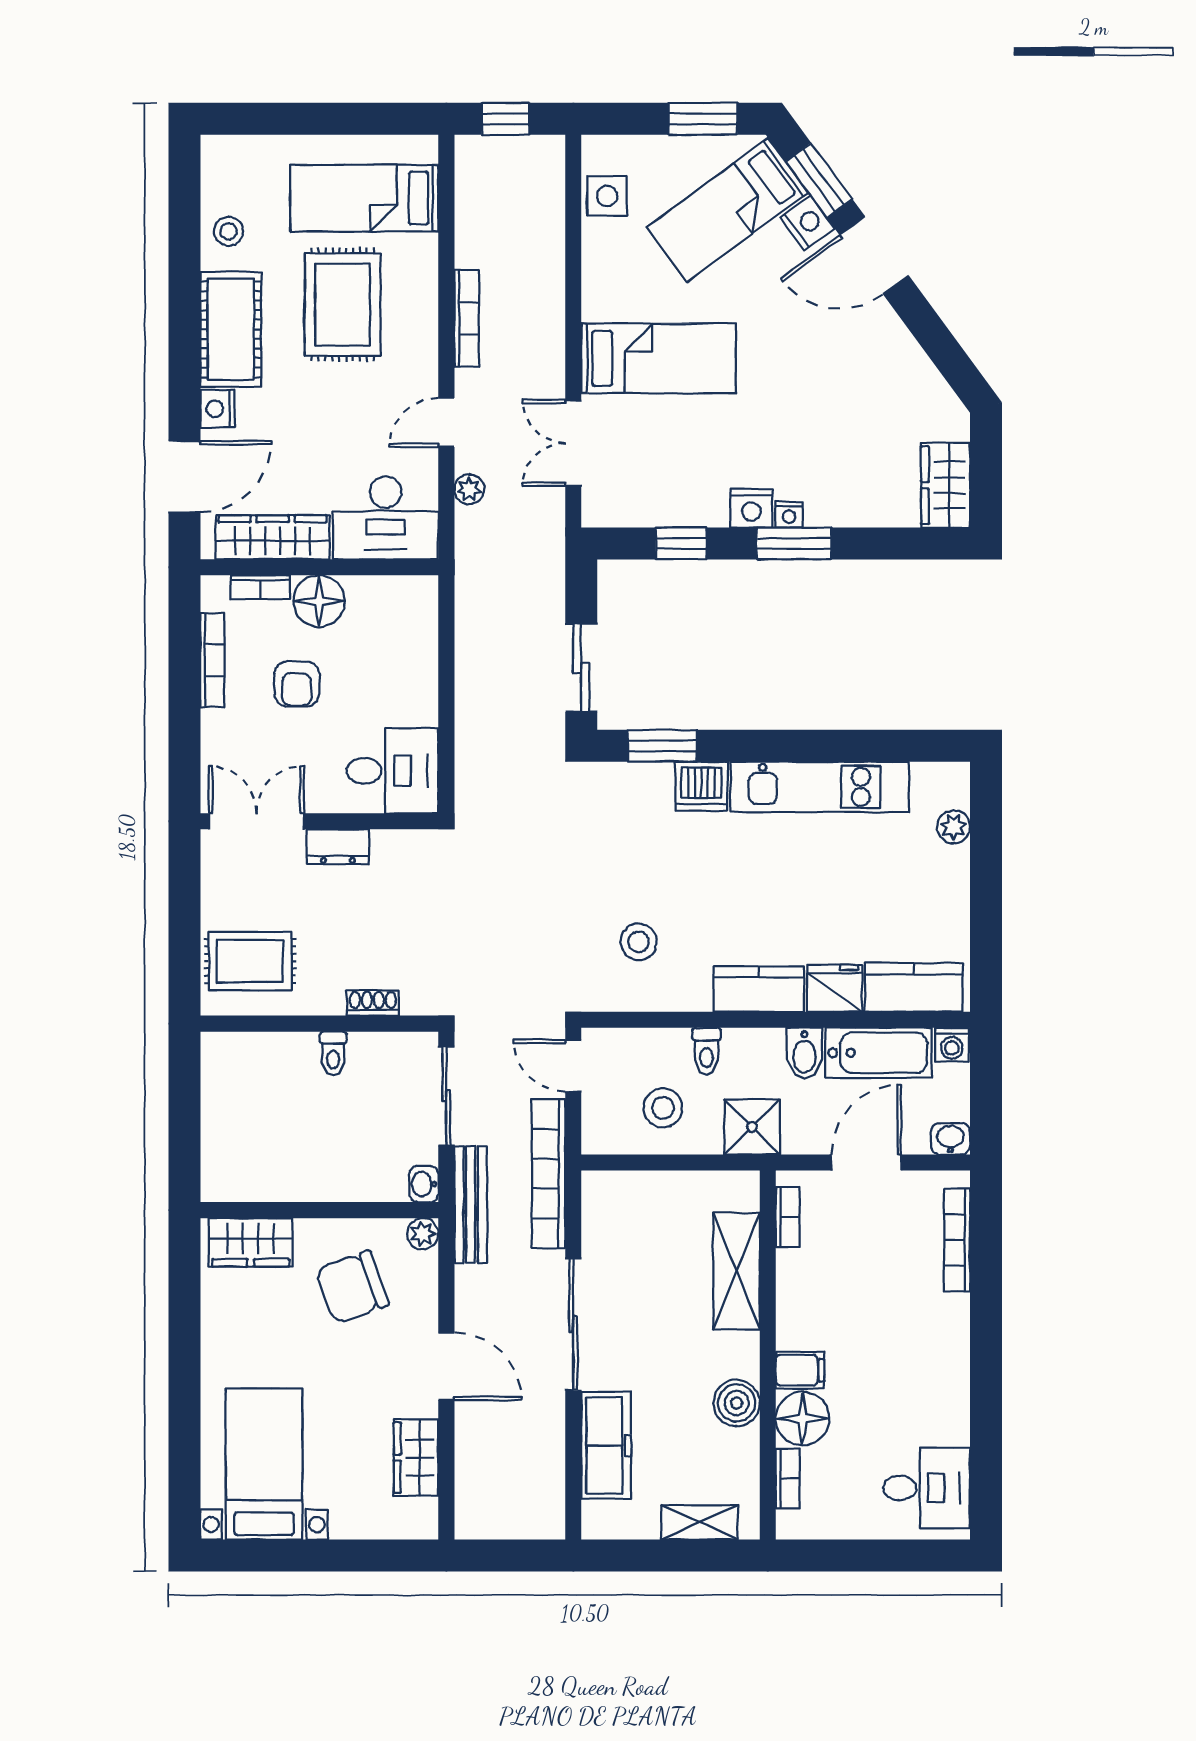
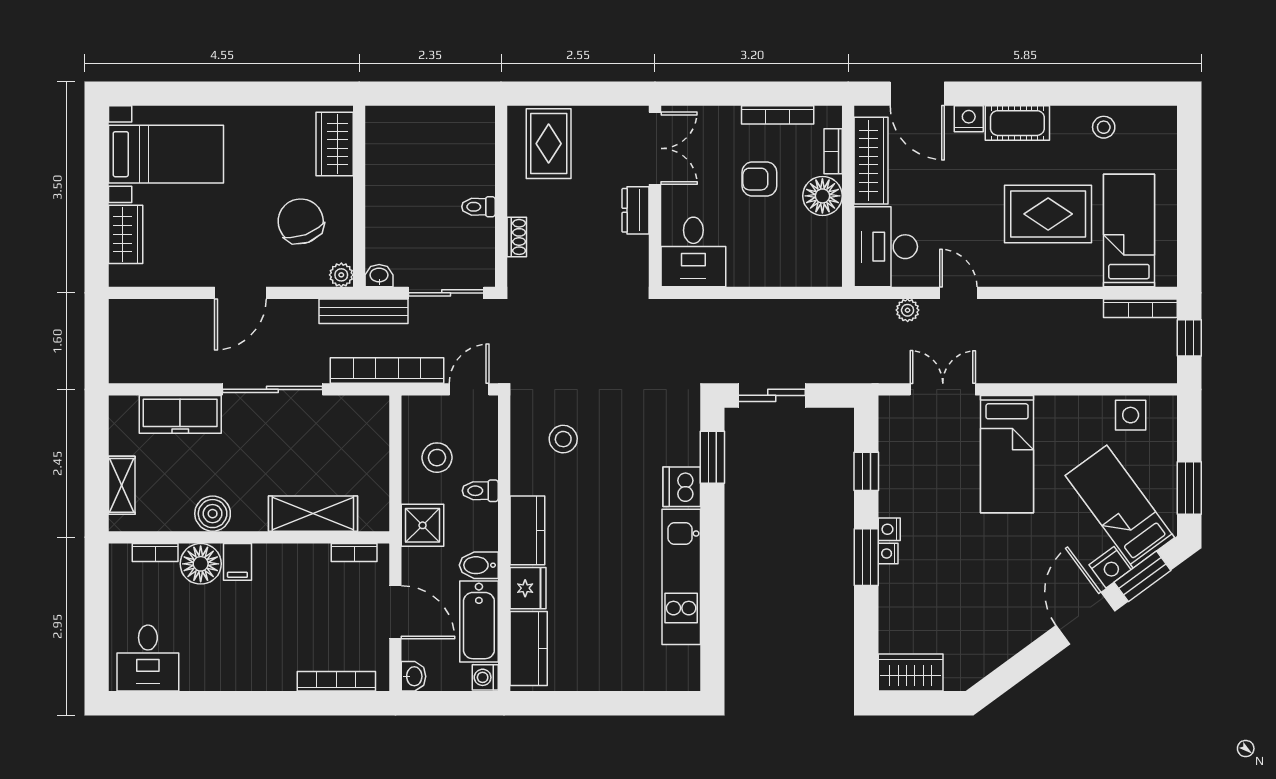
bookcase: (467, 318) -> (1140, 308), moved
cot: (231, 329) -> (1017, 123), width x0.73, depth x0.75
nightstand: (751, 508) -> (889, 529), width x0.72, depth x0.74
plant: (954, 827) -> (651, 679), removed
wardrobe: (416, 1458) -> (126, 234), moved, turned 90

